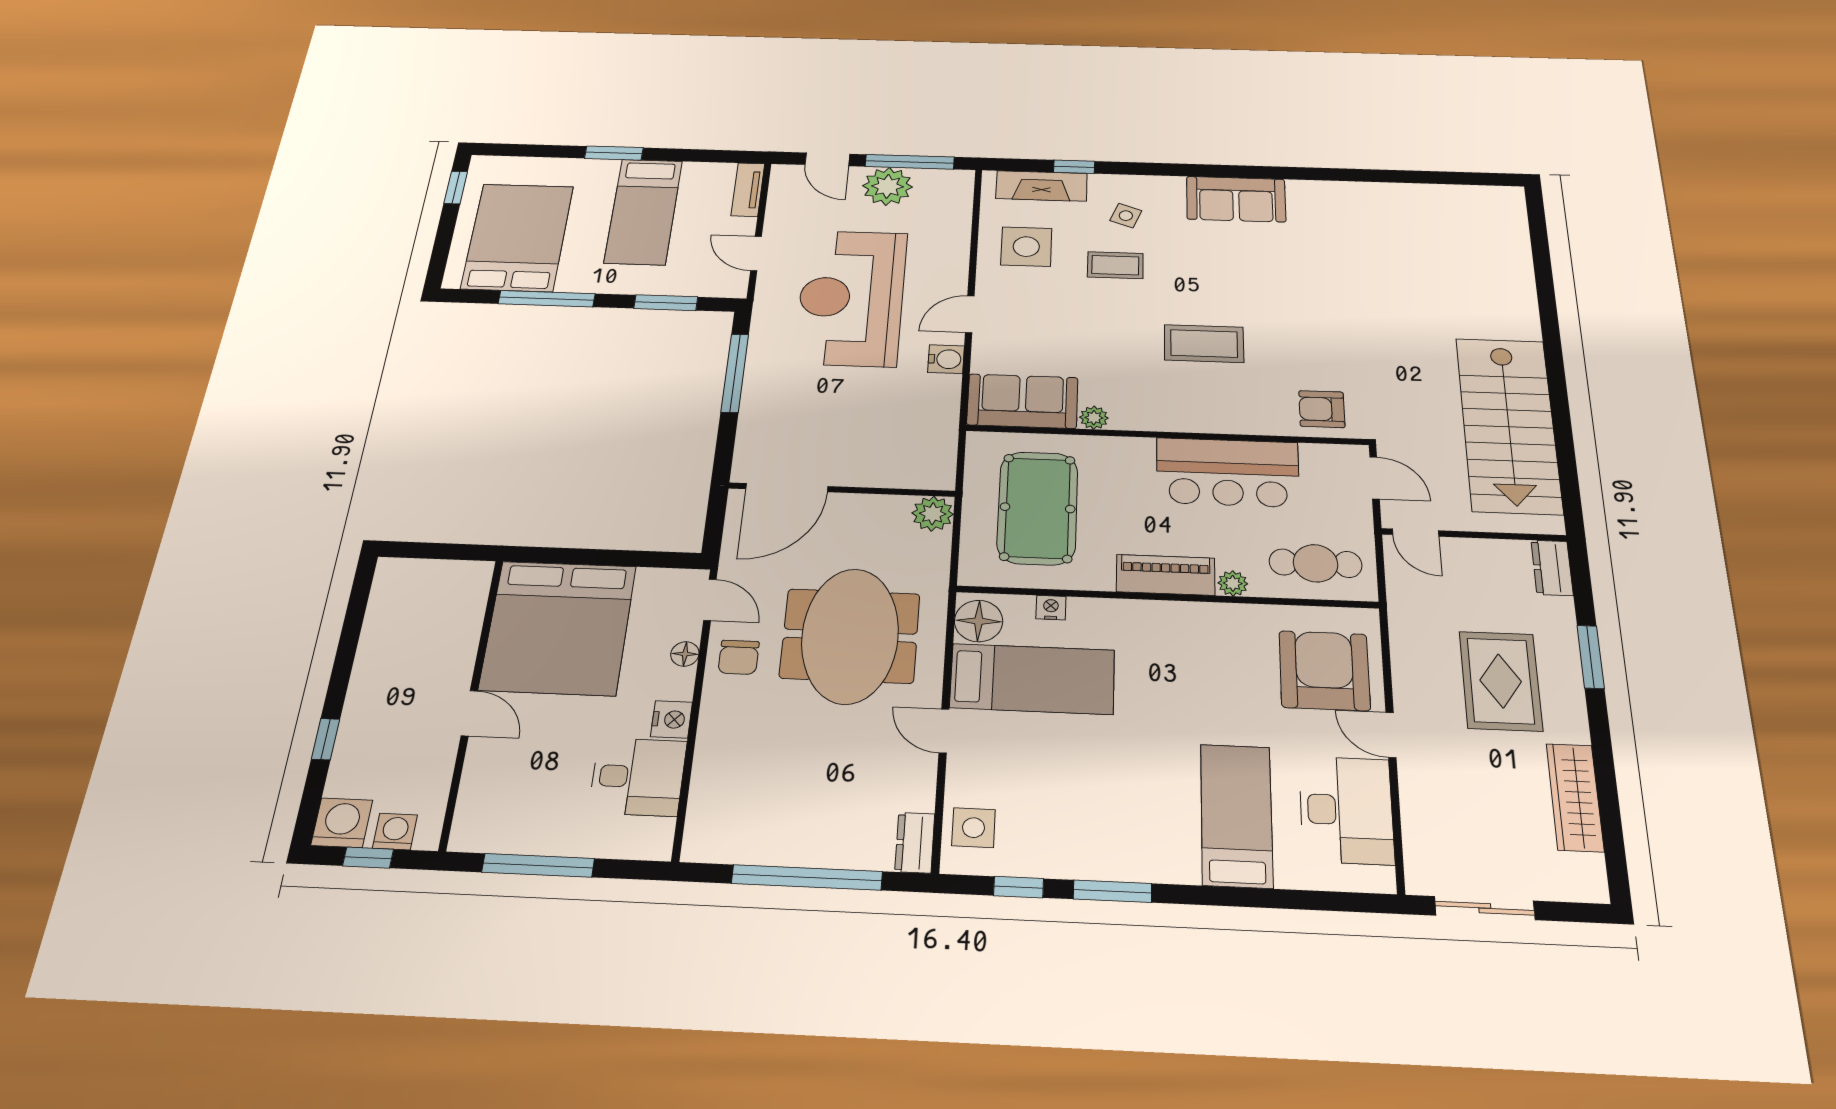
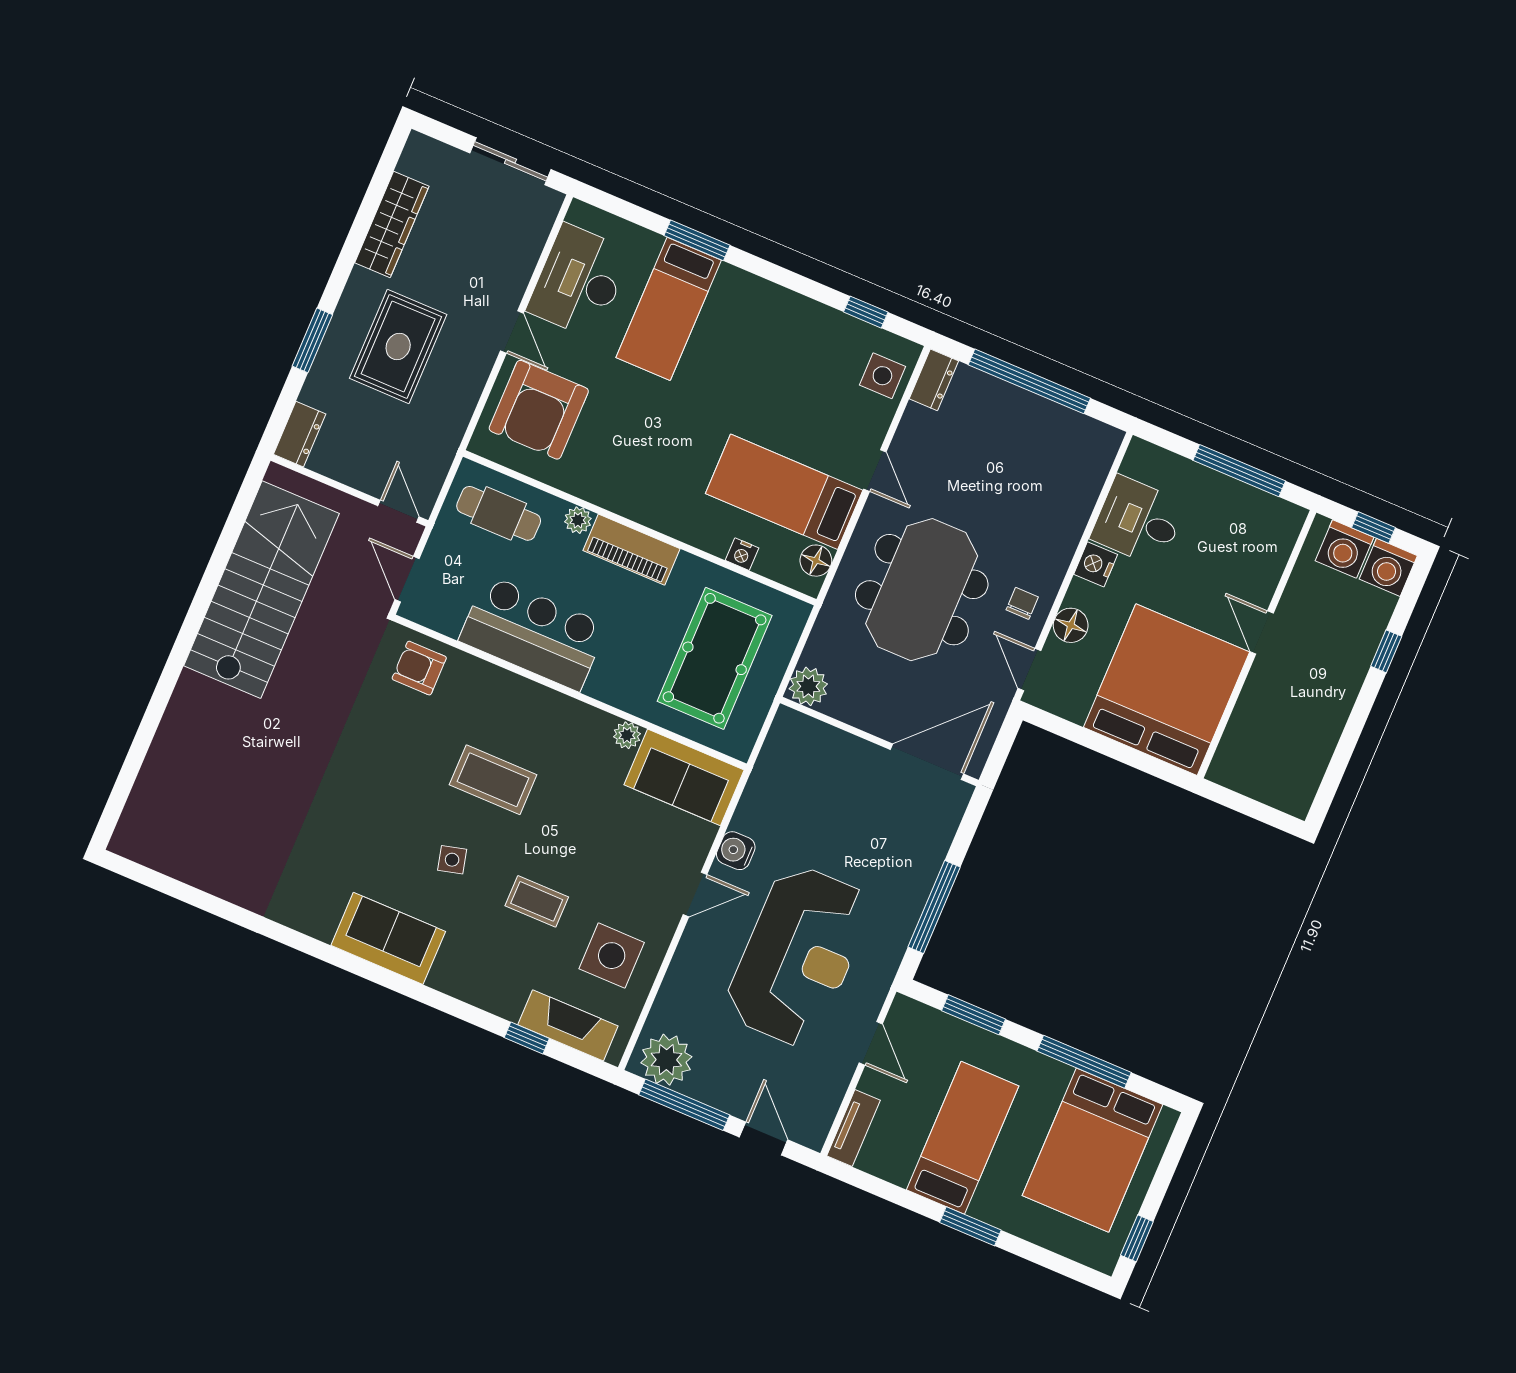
plant: (888, 186) -> (666, 1060), moved
side table: (1126, 216) -> (452, 860), moved, turned -35
armchair: (1322, 409) -> (419, 668), turned 180
floor lamp: (979, 621) -> (816, 561), width x0.73, depth x0.73
floor lamp: (685, 654) -> (1071, 625), width x1.37, depth x1.37
chair: (739, 657) -> (1022, 603), width x0.73, depth x0.73
washing machine: (395, 831) -> (1345, 549), width x1.38, depth x1.38
window: (1113, 891) -> (697, 240), moved

